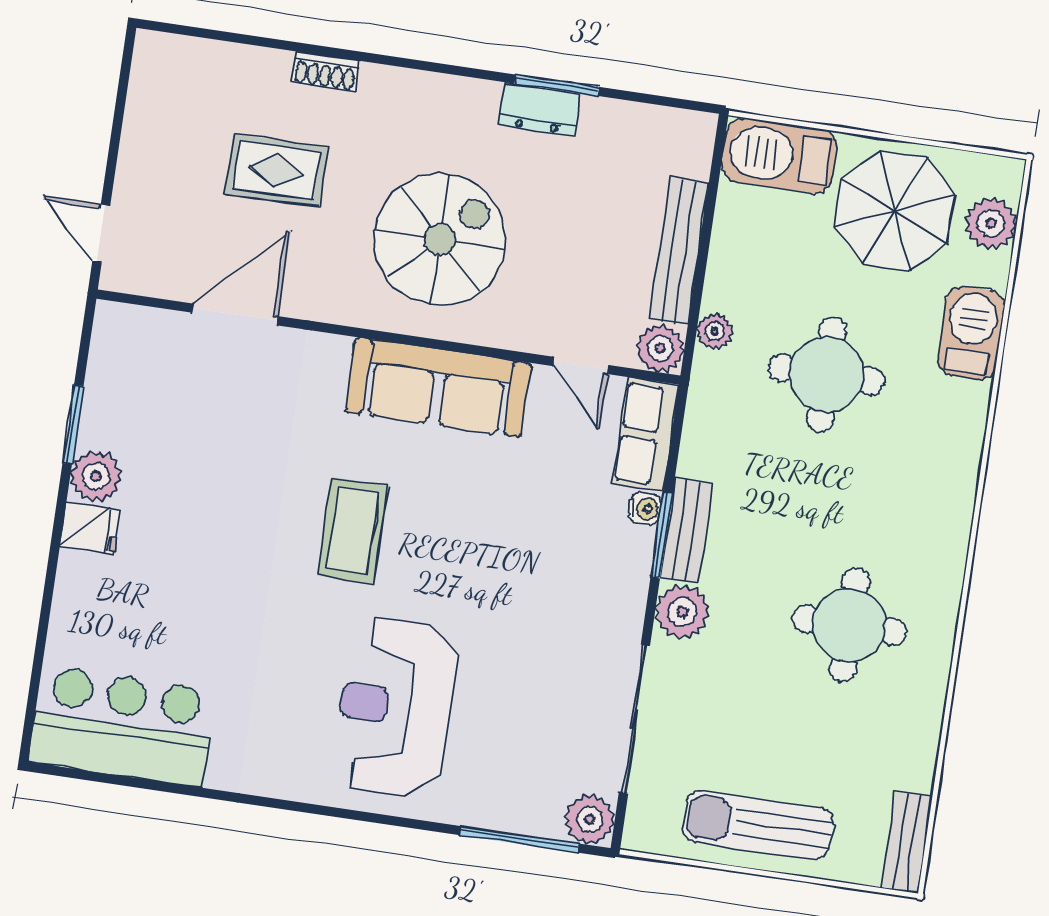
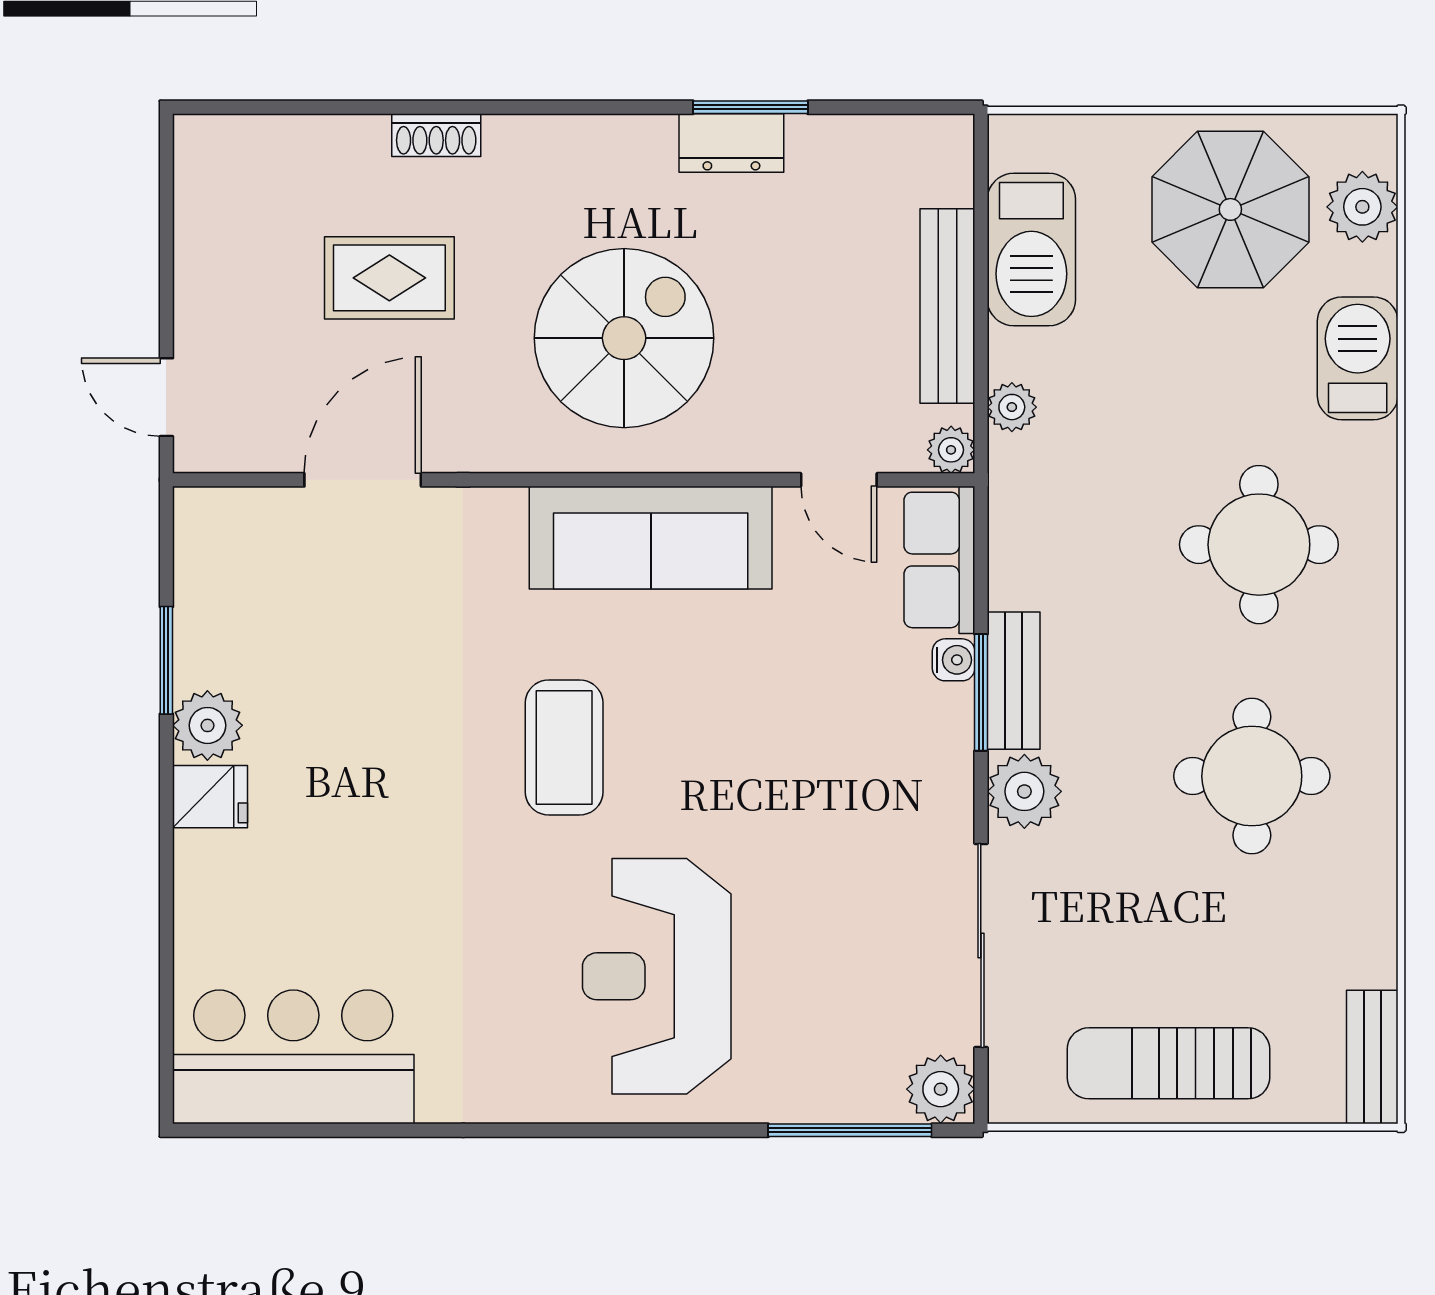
barbecue: (779, 155) -> (1031, 249), moved, turned -90
plant: (660, 348) -> (951, 450), width x0.73, depth x0.73
round table: (826, 375) -> (1259, 545), moved

